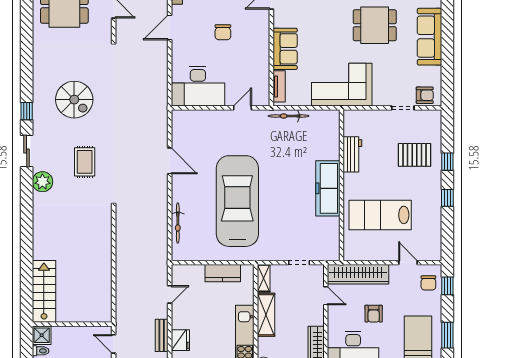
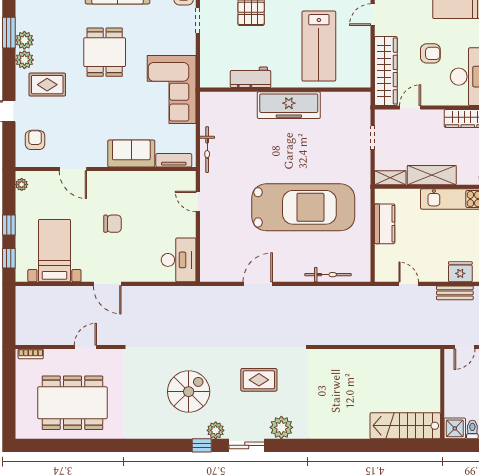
desk: (198, 86) -> (179, 260), width x0.73, depth x0.77
plant: (40, 123) -> (216, 430), added
car: (237, 201) -> (303, 207), turned 180

